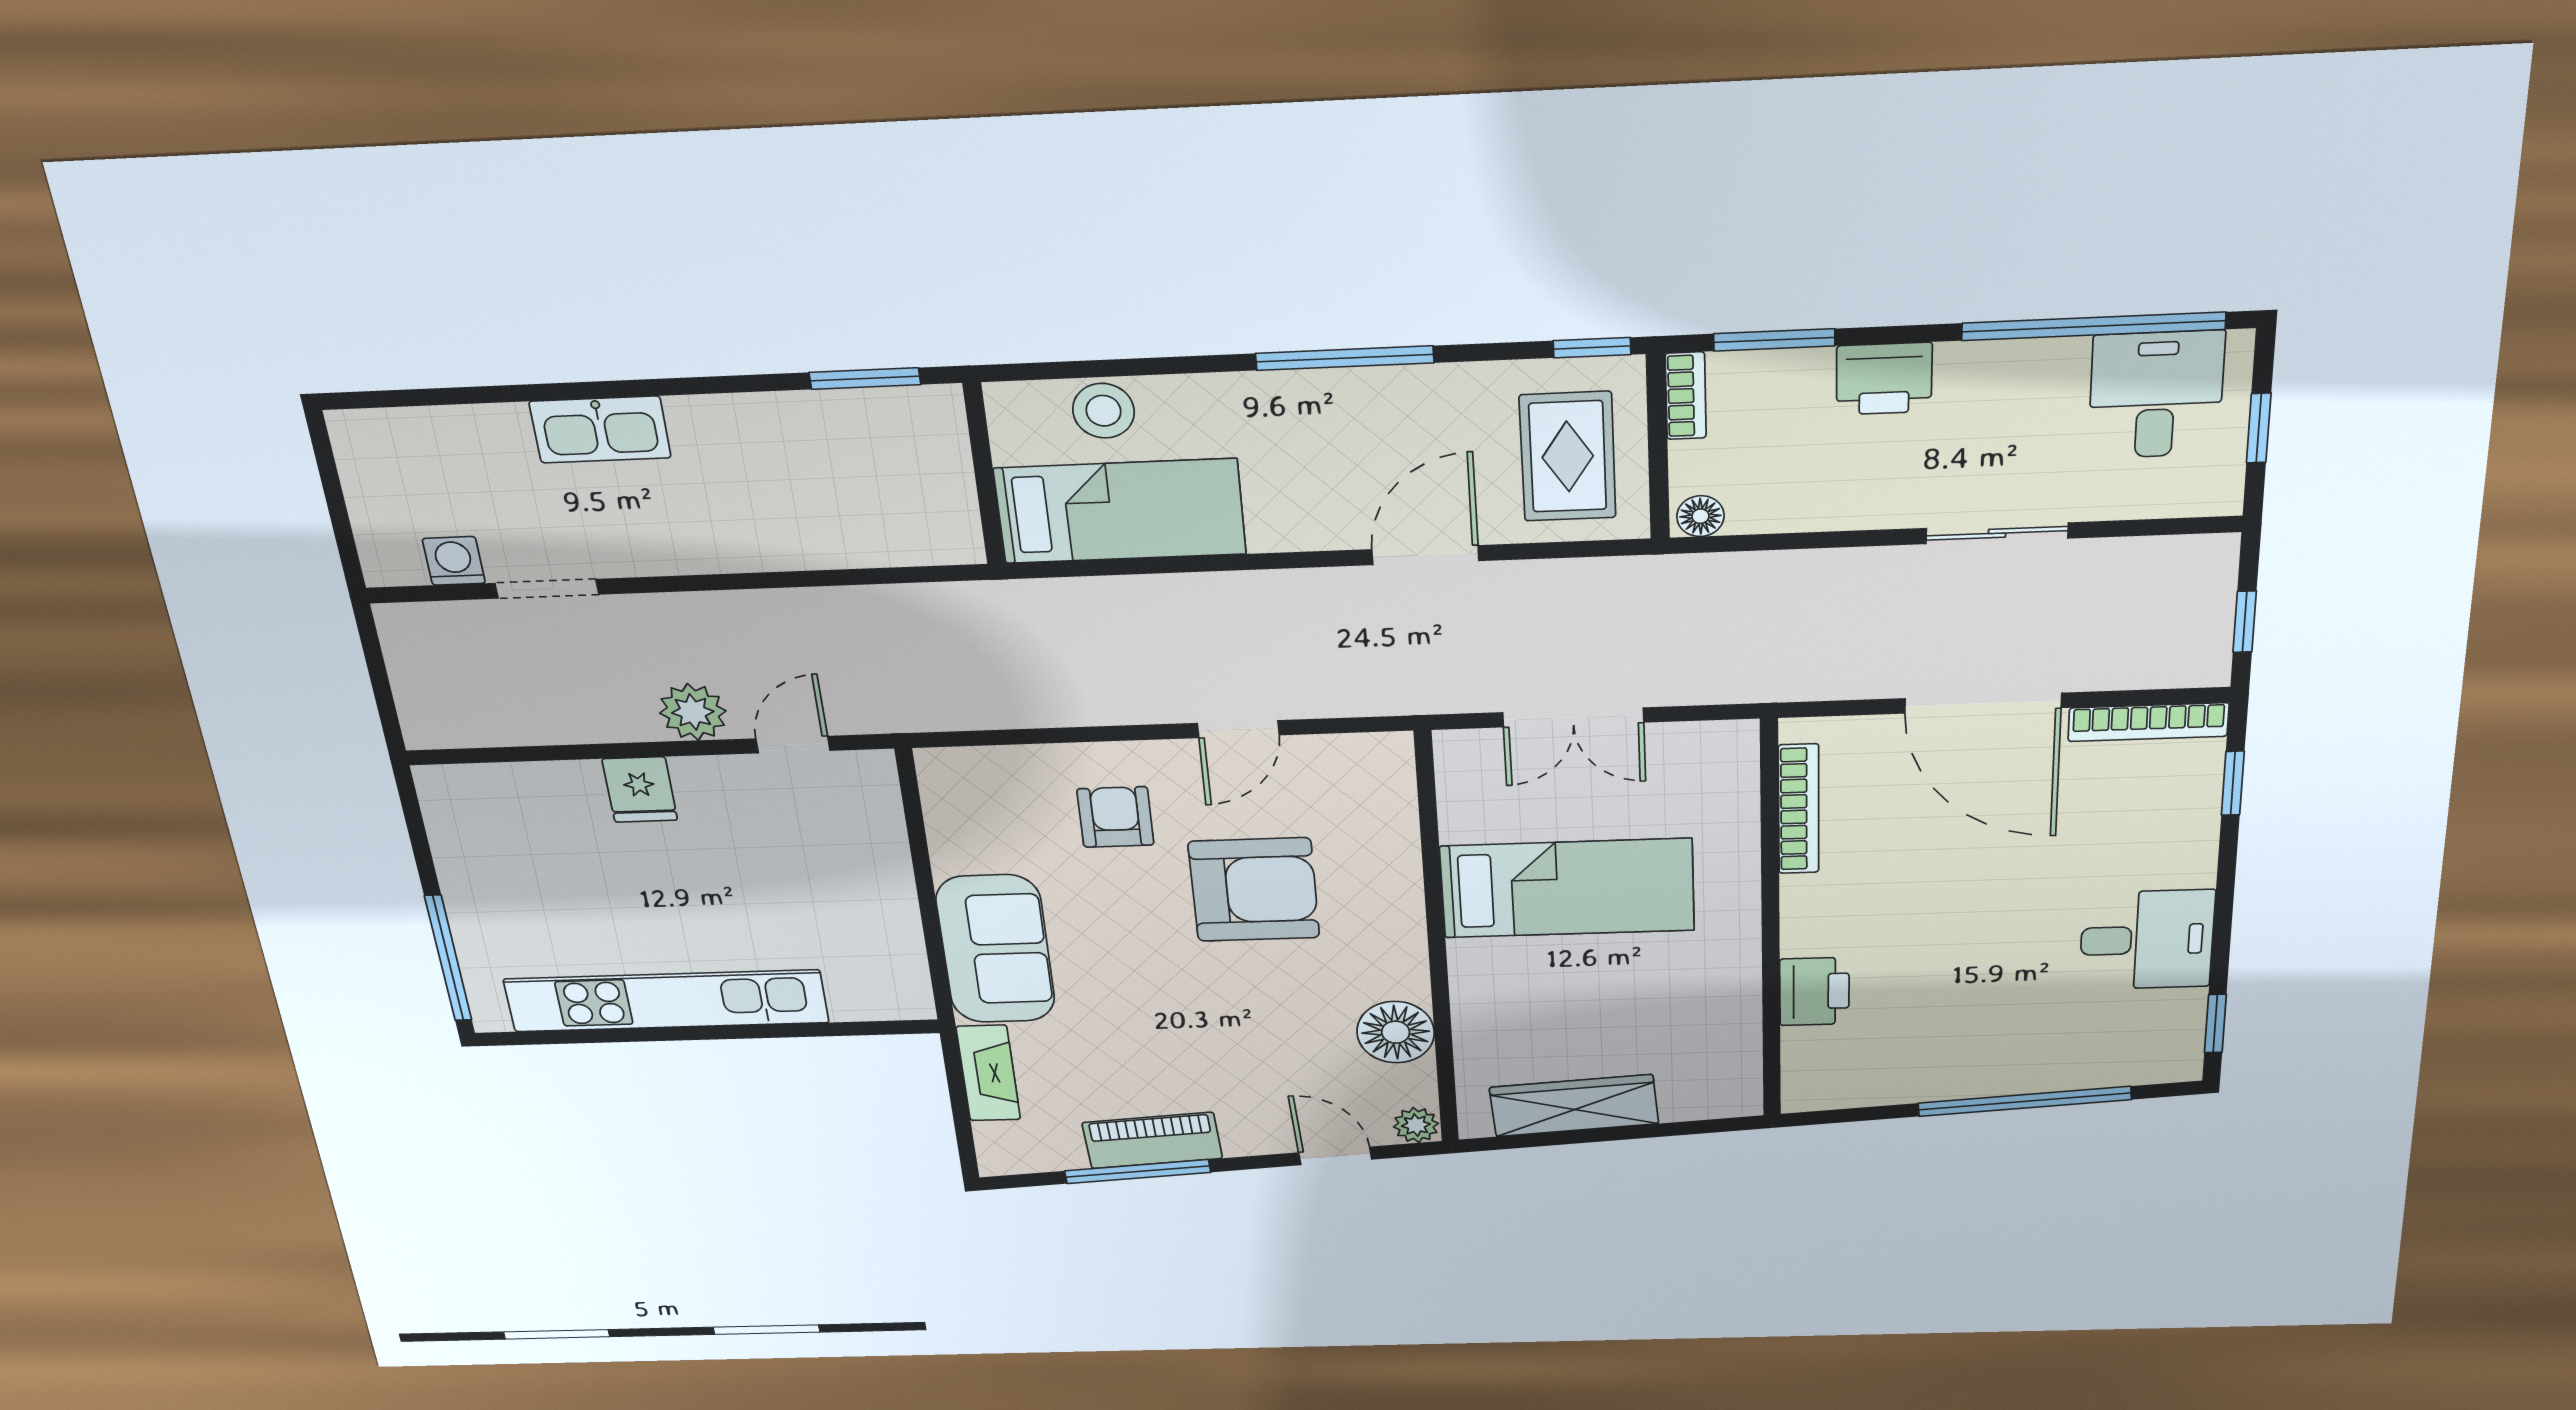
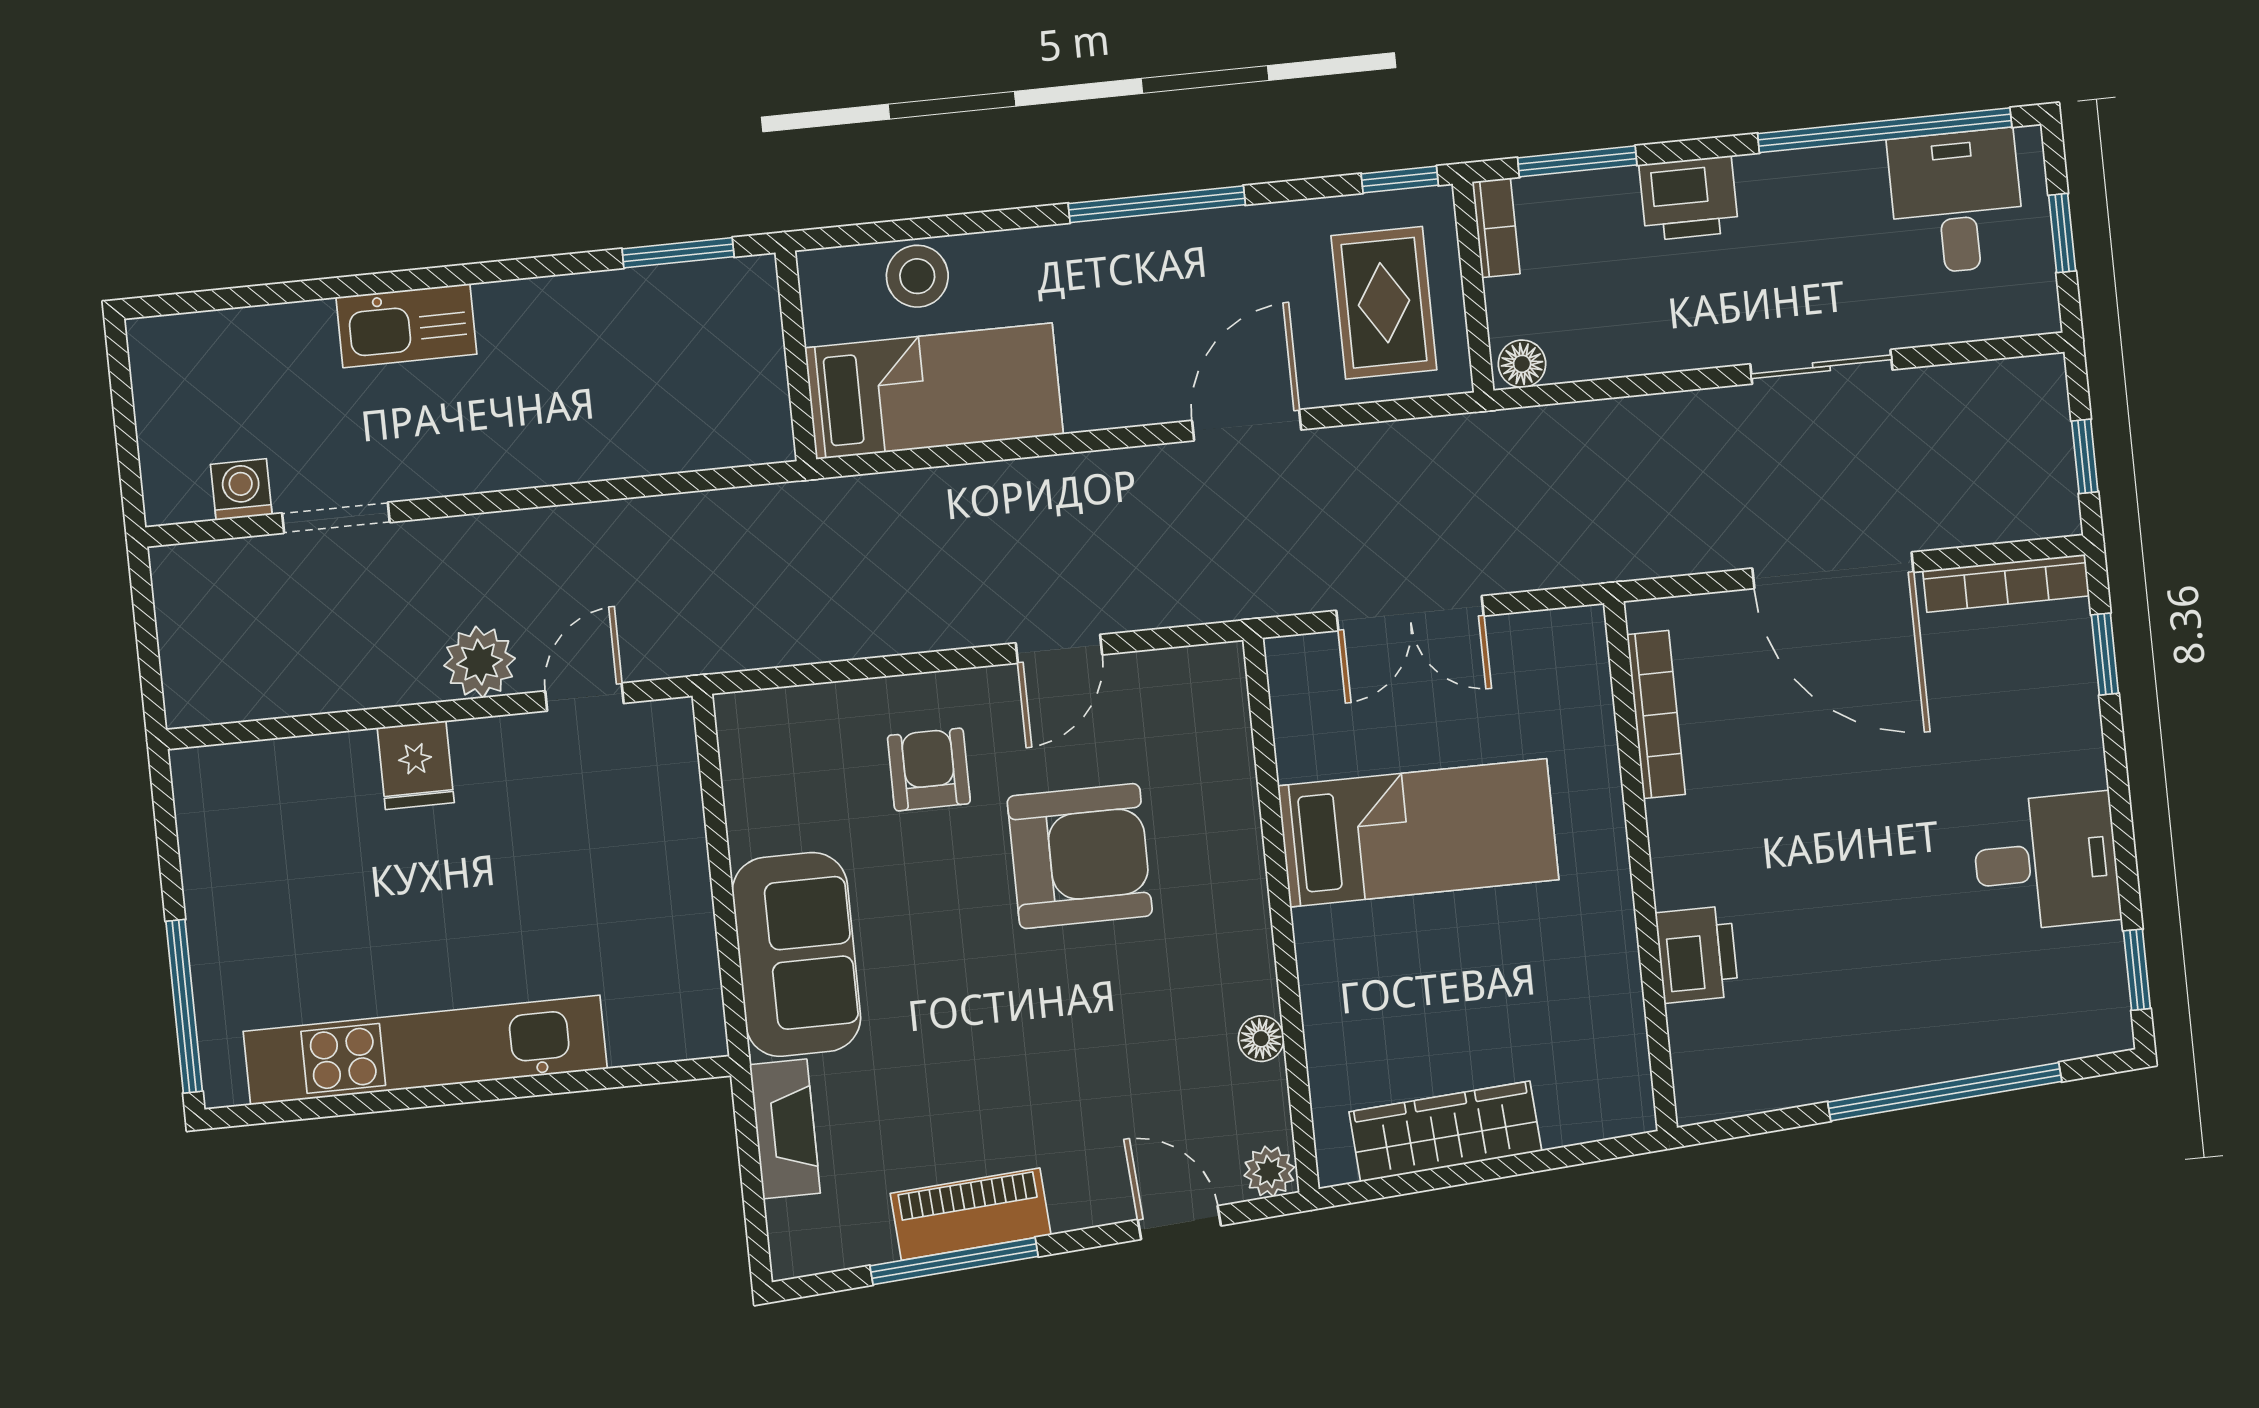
floor lamp: (1396, 1032) -> (1261, 1039), width x0.53, depth x0.53

